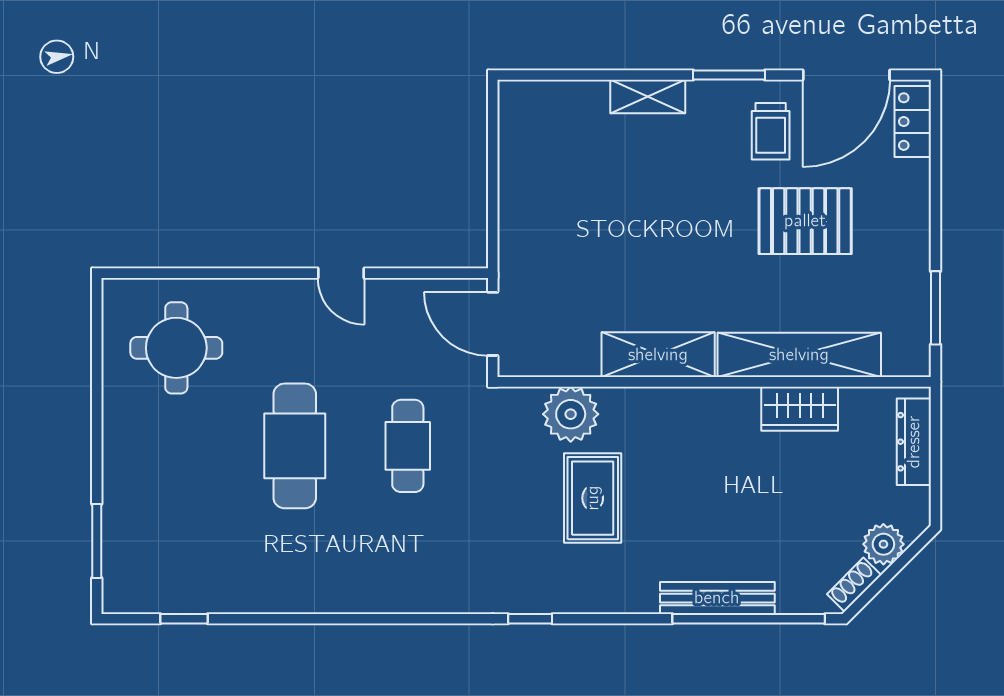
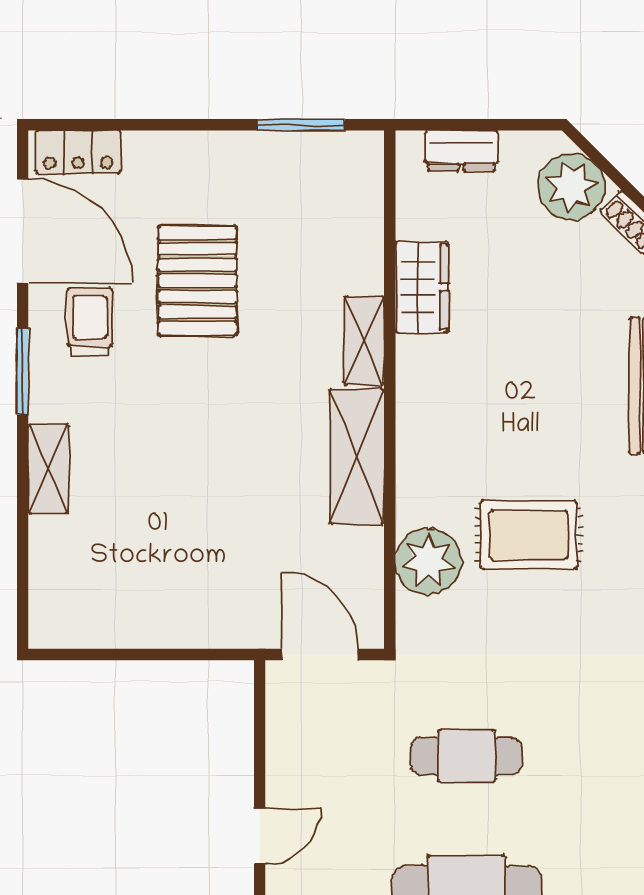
trolley: (771, 131) -> (90, 322), turned -90
door: (493, 324) -> (320, 655), swing flipped
shelving: (799, 355) -> (364, 341), width x0.45, depth x0.75
dresser: (914, 442) -> (461, 151), width x0.70
plant: (883, 544) -> (571, 187), width x1.36, depth x1.36

